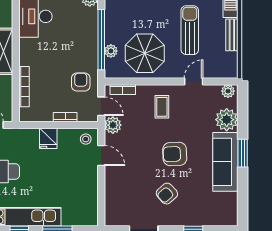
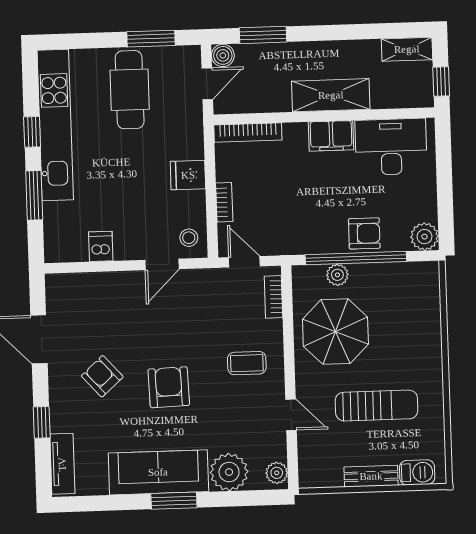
filing cabinet: (28, 52) -> (331, 136), added
armchair: (81, 82) -> (364, 233), moved
bookcase: (24, 87) -> (248, 132), moved
door: (101, 106) -> (244, 262), swing flipped
plant: (113, 125) -> (214, 282), removed
dishwasher: (89, 192) -> (101, 246), added
tv unit: (218, 219) -> (62, 464), added

